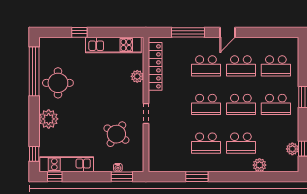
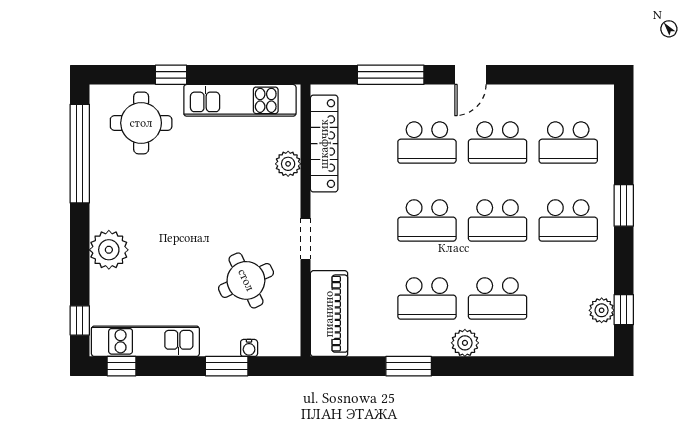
round table: (58, 83) -> (141, 123), moved
round table: (116, 134) -> (246, 280), turned 32
piano: (158, 151) -> (329, 314), added
plant: (259, 165) -> (465, 343), moved
window: (122, 177) -> (227, 366), moved

